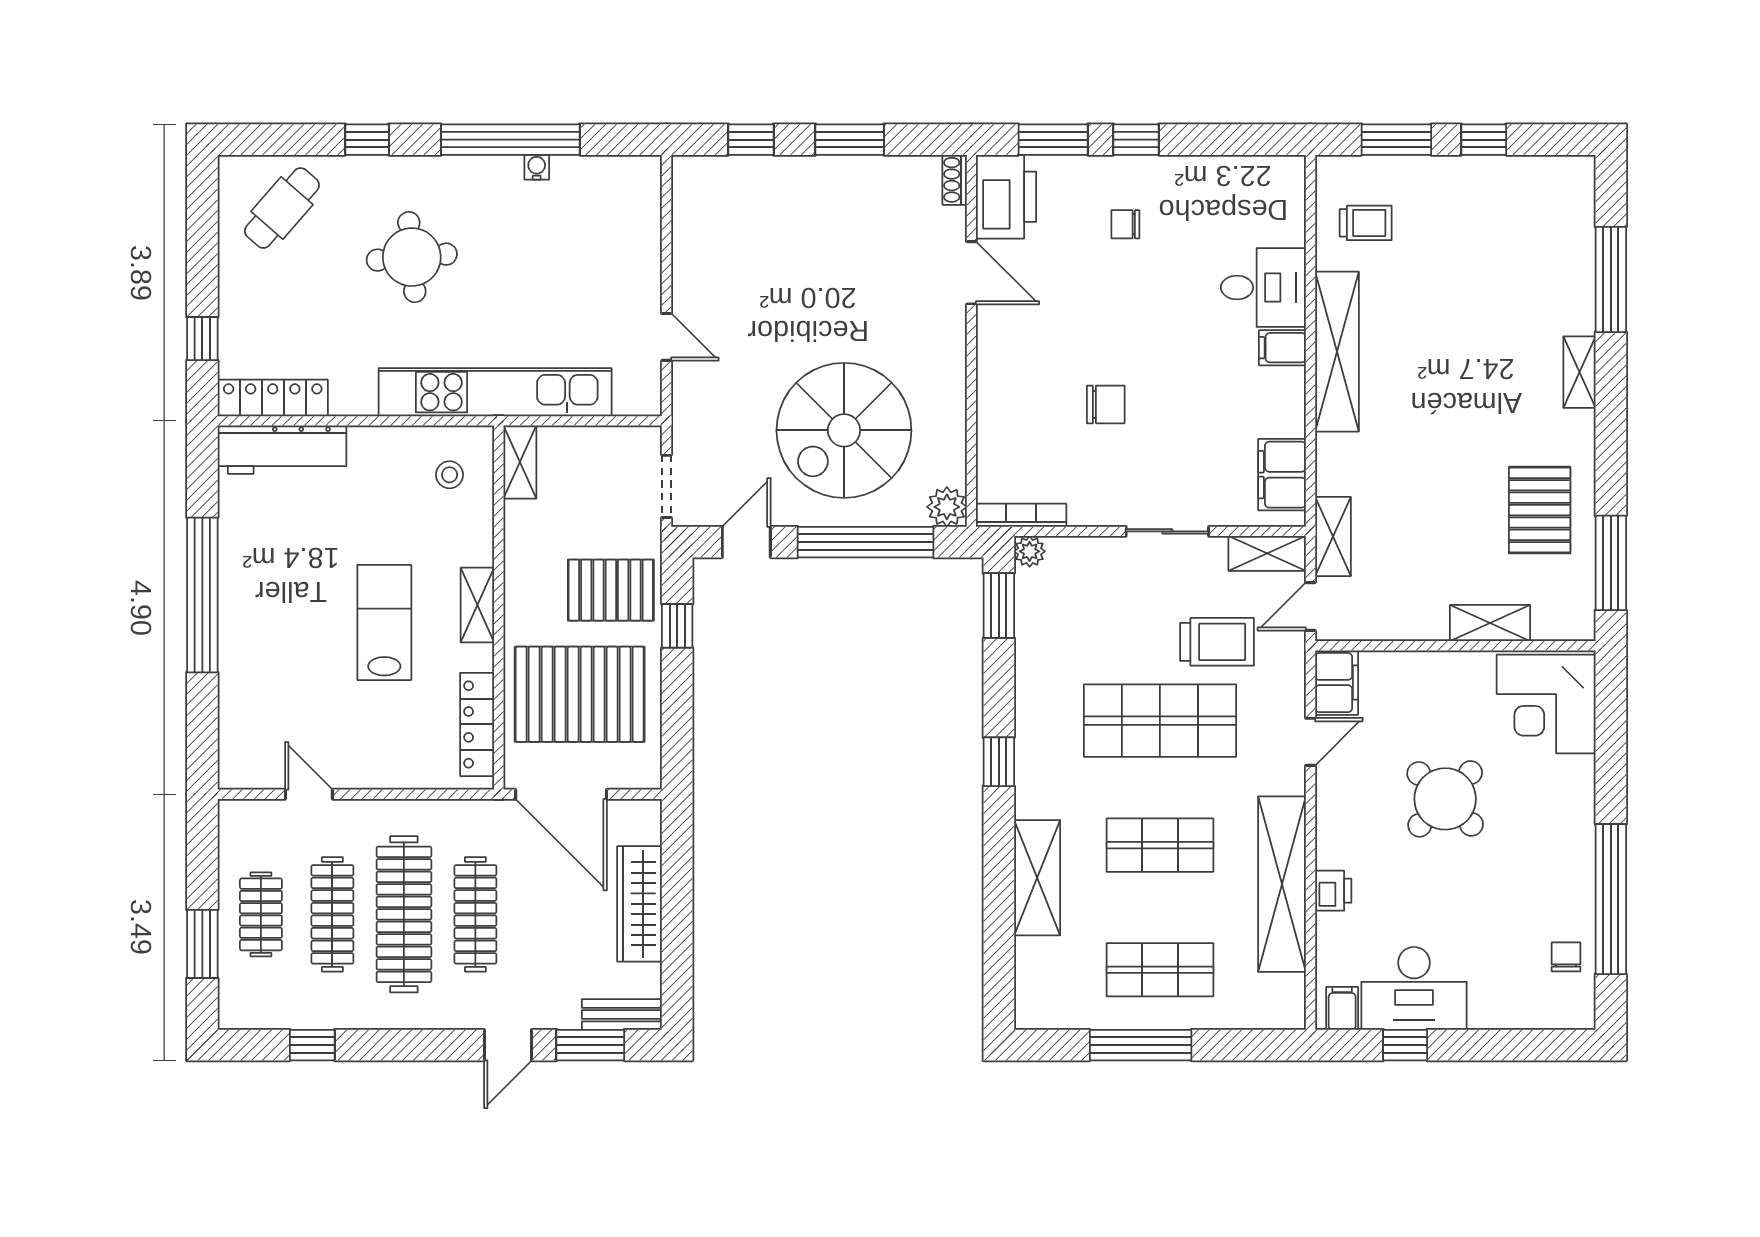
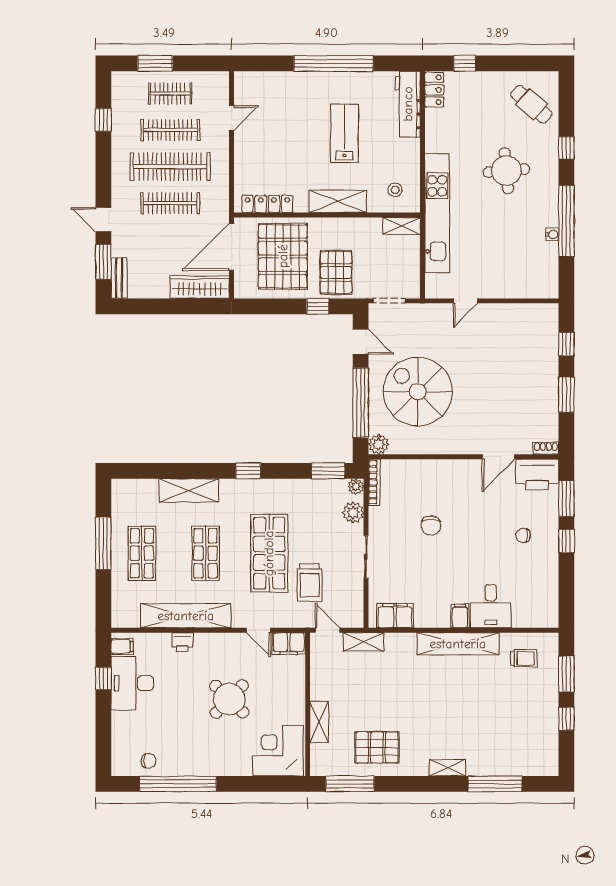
trolley: (1366, 223) -> (524, 658), turned -90
chair: (1125, 224) -> (523, 536), turned -90
locker: (273, 398) -> (434, 90), width x0.66
shelving: (1267, 553) -> (355, 608), removed
plant: (1080, 557) -> (353, 513), added
shelving: (477, 605) -> (338, 201), width x1.50, depth x1.33
lab bench: (384, 622) -> (344, 134), moved, turned -90
wardrobe: (640, 904) -> (200, 287), moved

